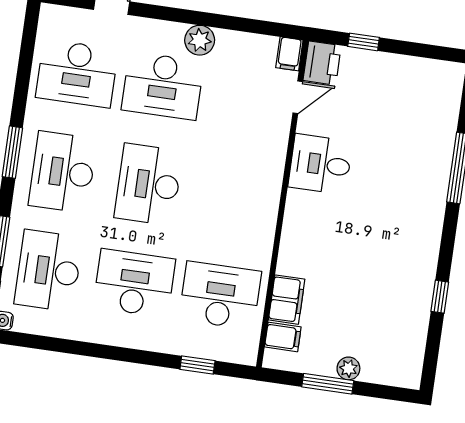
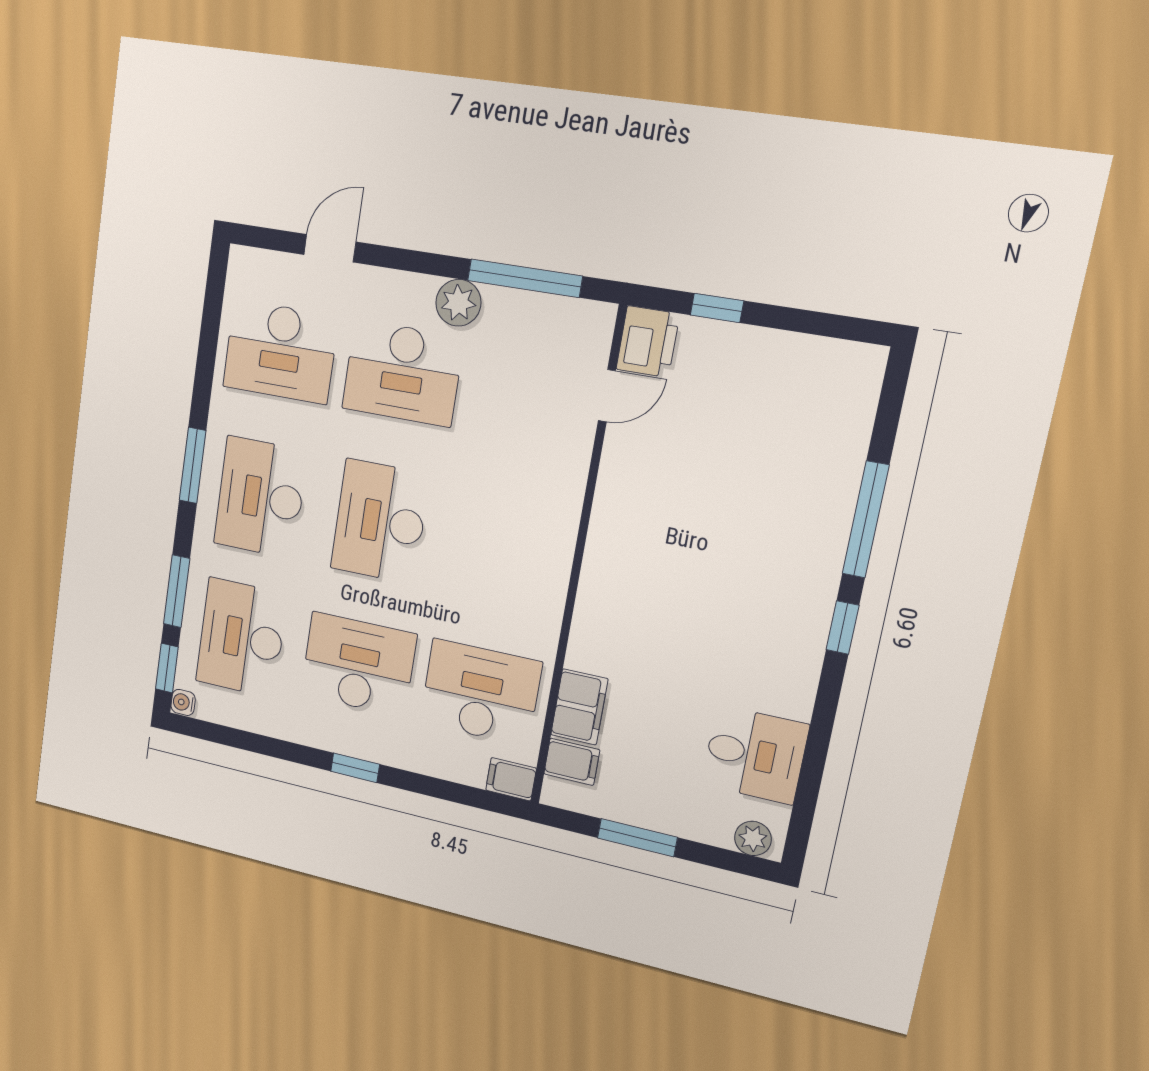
window: (243, 24) -> (525, 278), added
filing cabinet: (289, 54) -> (511, 779), moved, turned 90
desk: (320, 164) -> (755, 755), moved, turned 180
window: (440, 297) -> (843, 627), moved
window: (197, 365) -> (355, 768), moved
plant: (348, 368) -> (753, 838), moved

